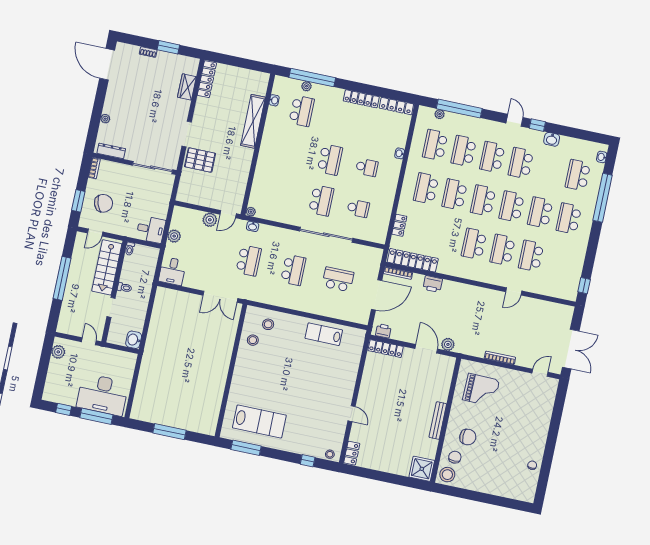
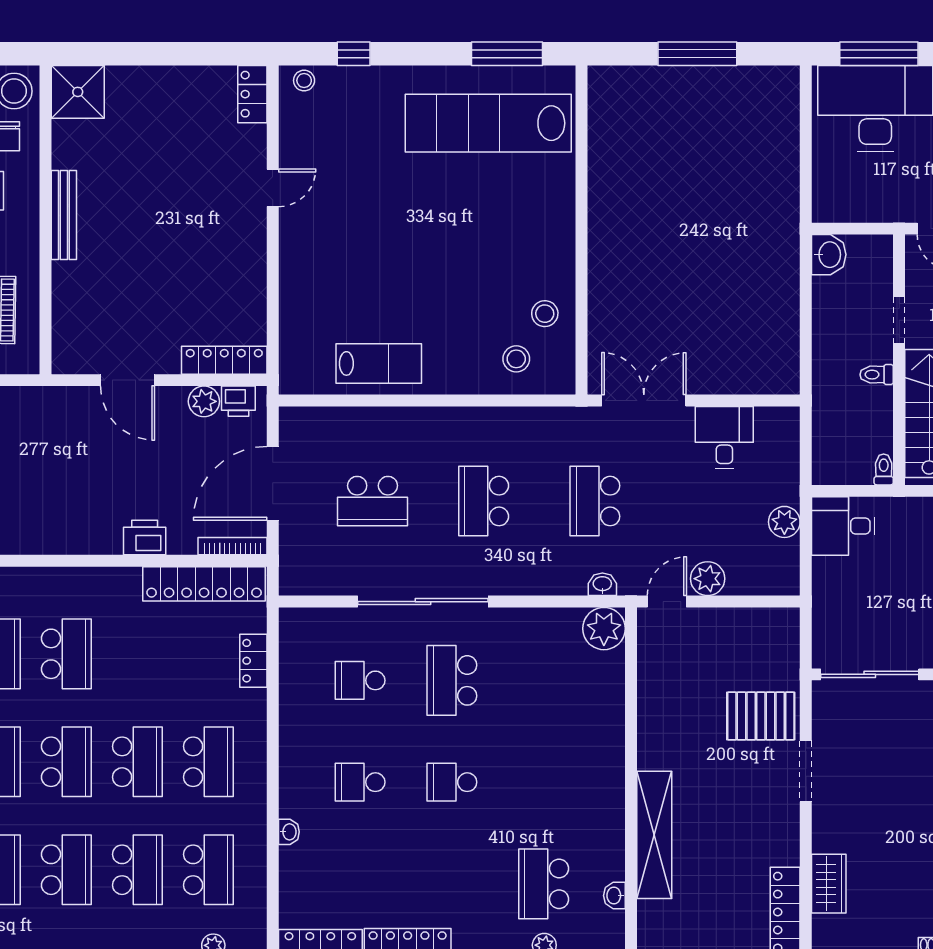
school desk: (330, 160) -> (452, 782), width x0.54
plant: (251, 212) -> (604, 629), width x1.88, depth x1.88
desk: (172, 271) -> (724, 438), moved
plant: (448, 344) -> (204, 401), moved
door: (352, 414) -> (273, 188), swing flipped
lab bench: (259, 421) -> (488, 123), width x1.36

